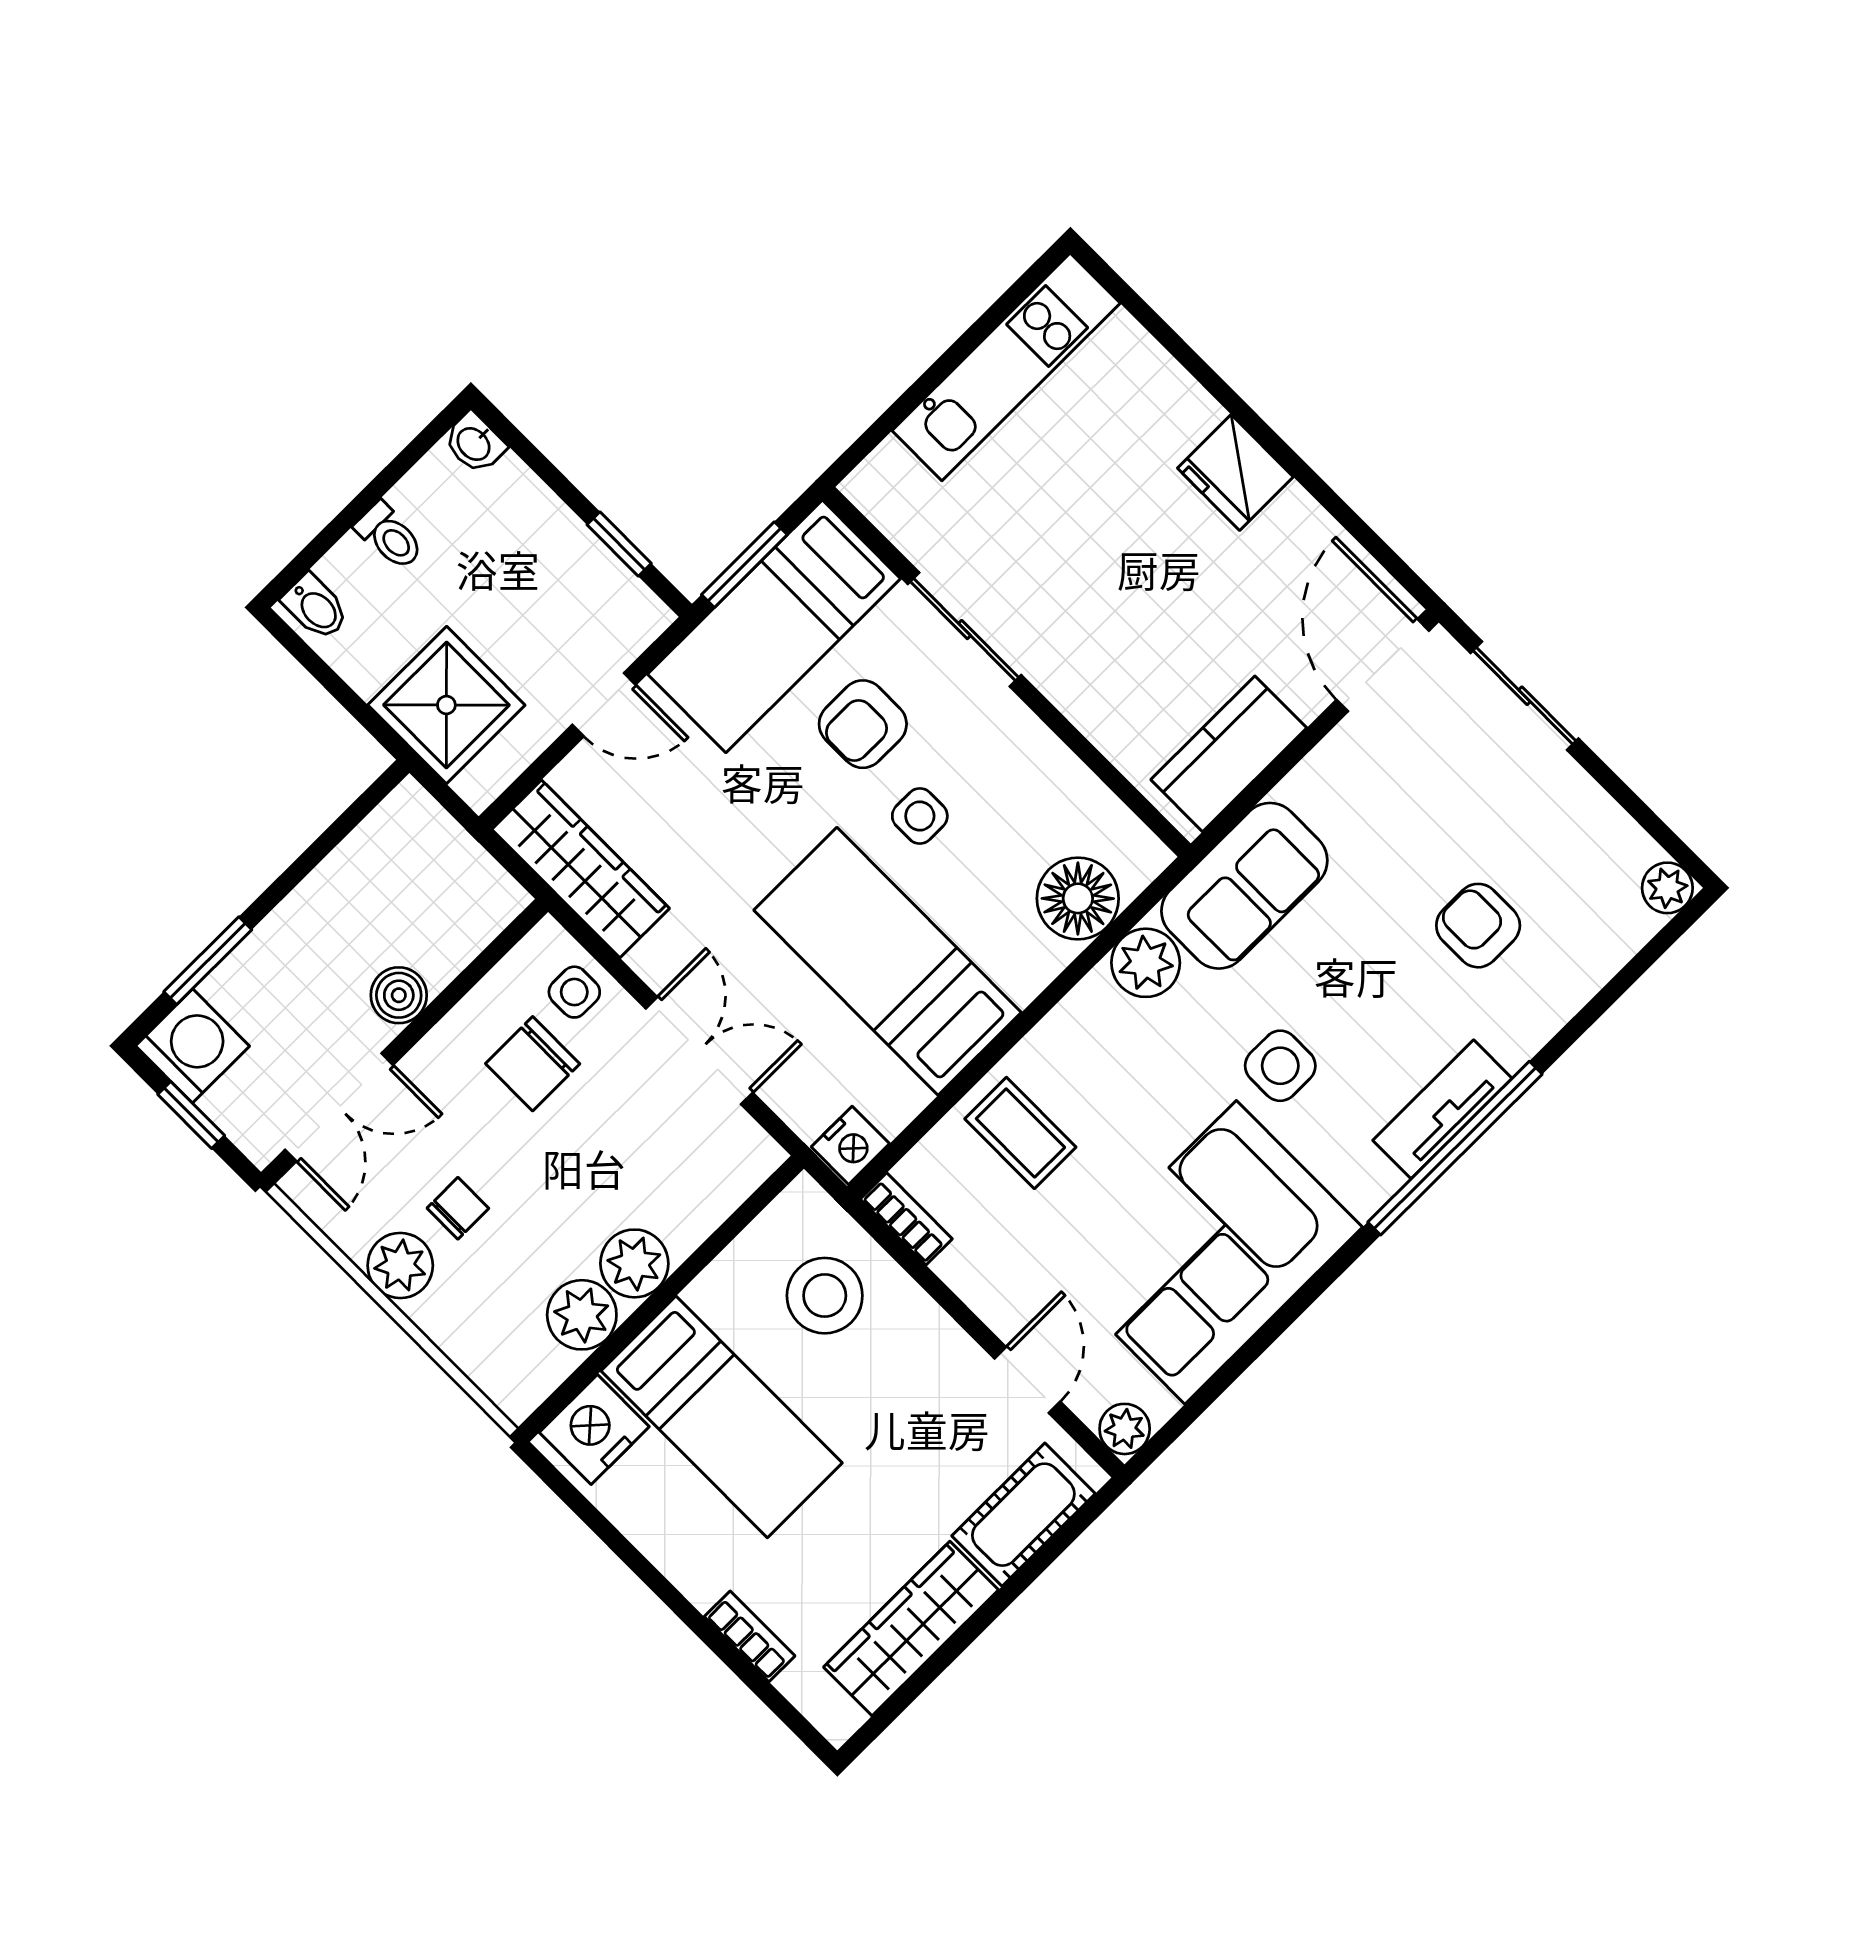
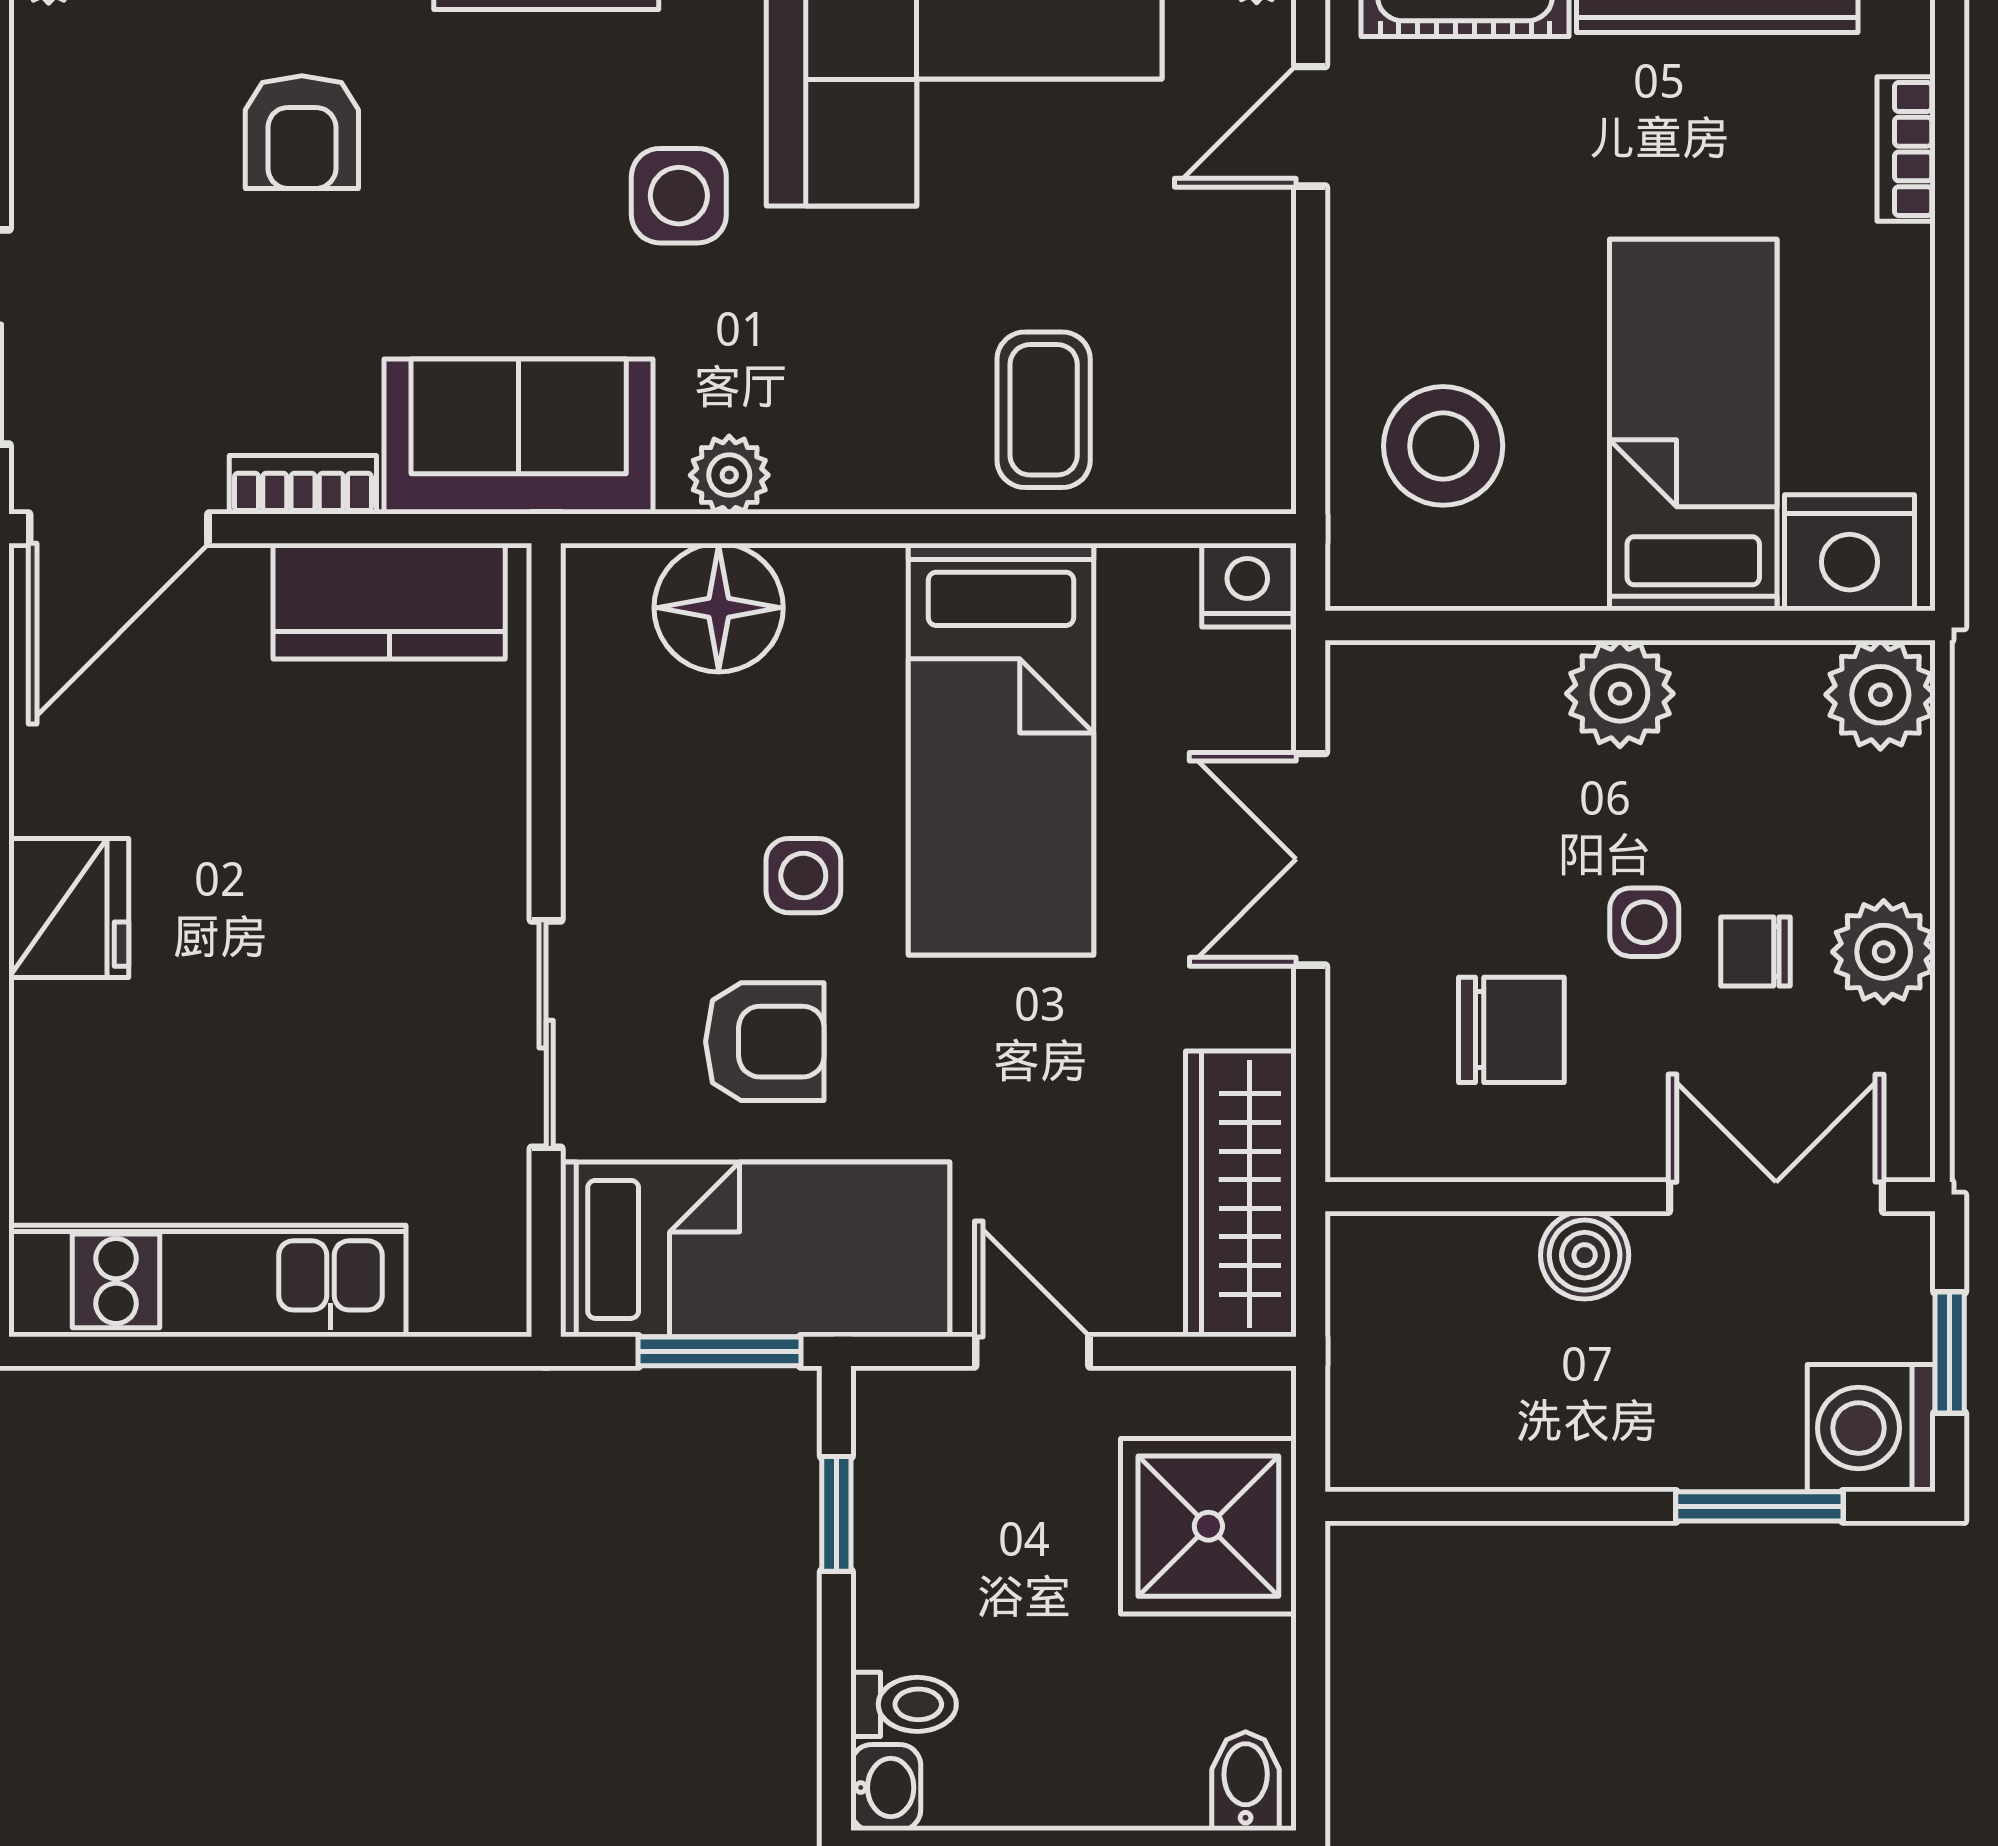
toilet: (390, 536) -> (904, 1704), moved, turned 90
plant: (1146, 963) -> (729, 475), width x0.73, depth x0.73
side table: (574, 992) -> (1644, 922), moved
bookcase: (906, 1219) -> (303, 485), moved, turned 90
plant: (582, 1315) -> (1880, 695), moved

